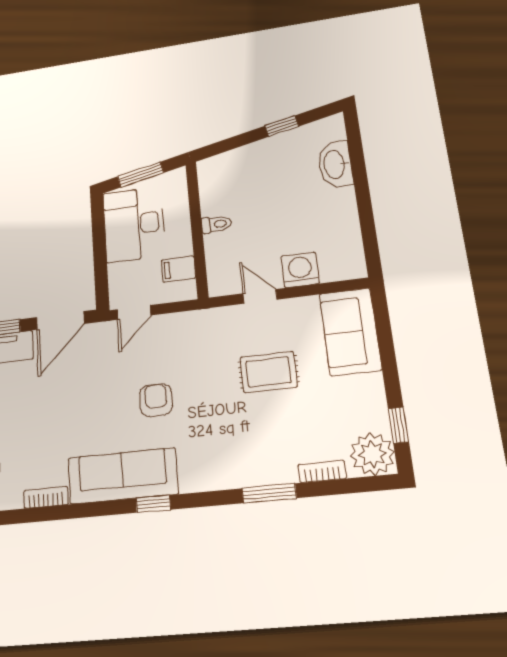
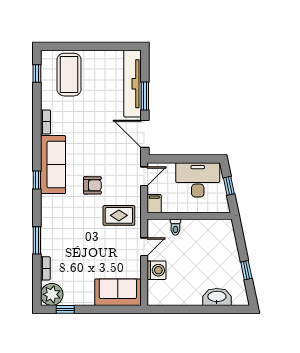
window: (141, 175) -> (229, 186), width x0.67
toilet: (216, 224) -> (175, 227), moved
filing cabinet: (179, 269) -> (154, 204), moved
door: (134, 312) -> (144, 176), swing flipped
rug: (268, 372) -> (119, 215), moved, turned 90

